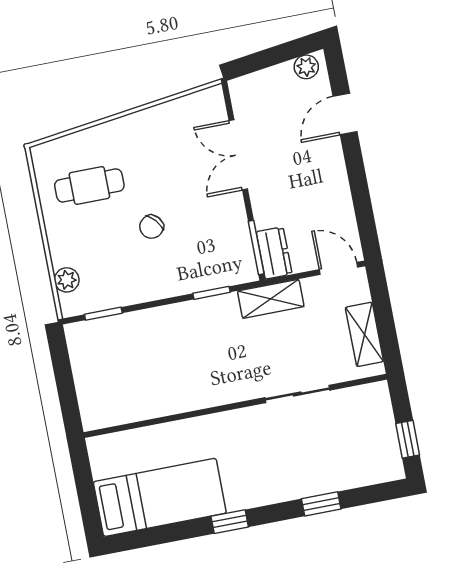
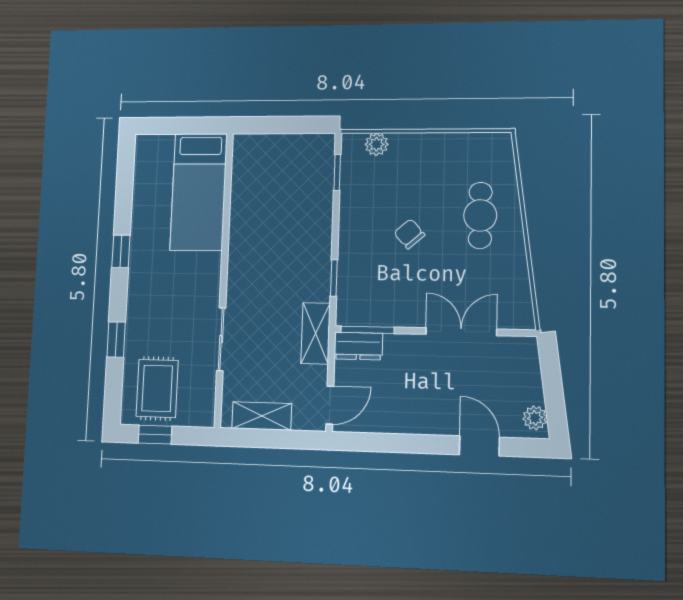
cafe table: (89, 185) -> (480, 215), moved
rug: (361, 448) -> (157, 388), added
bed: (160, 497) -> (199, 192), moved

